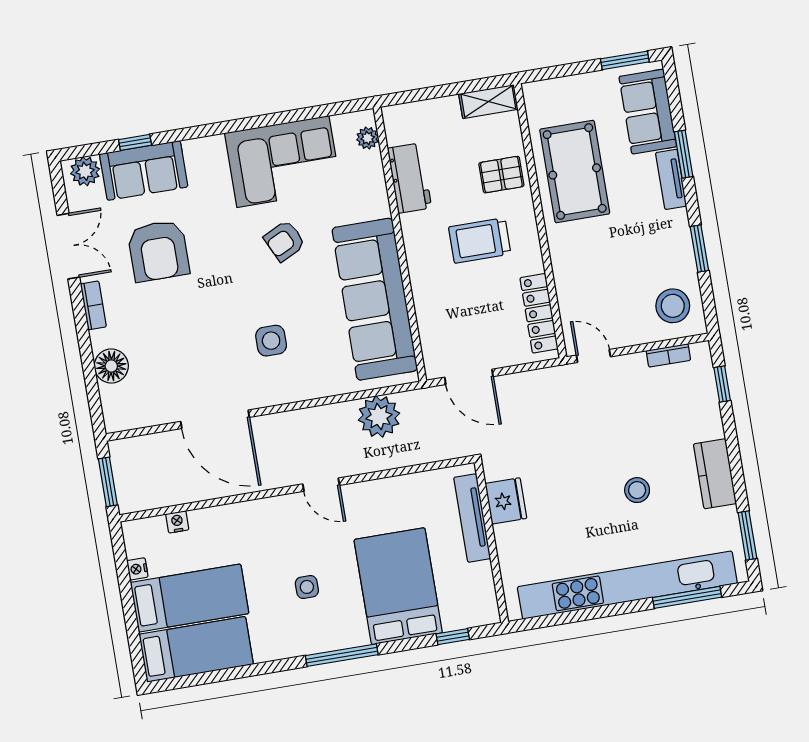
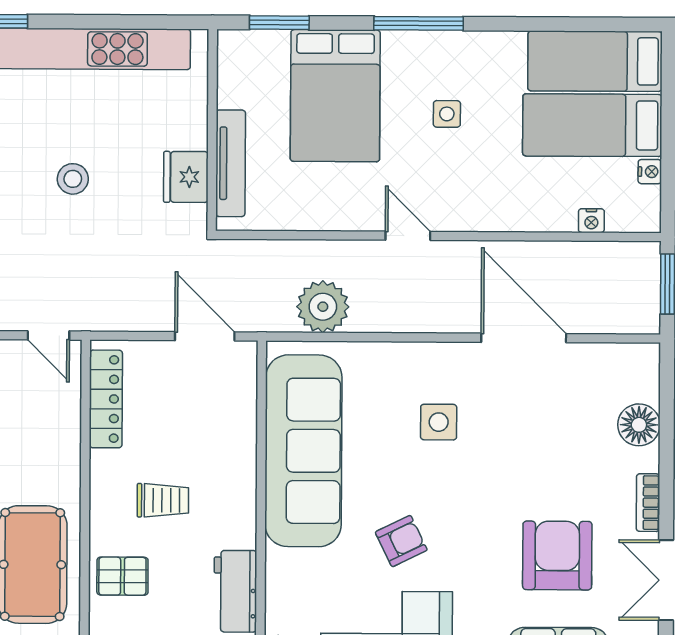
trolley: (480, 241) -> (163, 500), width x0.73, depth x0.72
stool: (637, 490) -> (73, 179), moved
window: (453, 637) -> (279, 23), width x1.50

